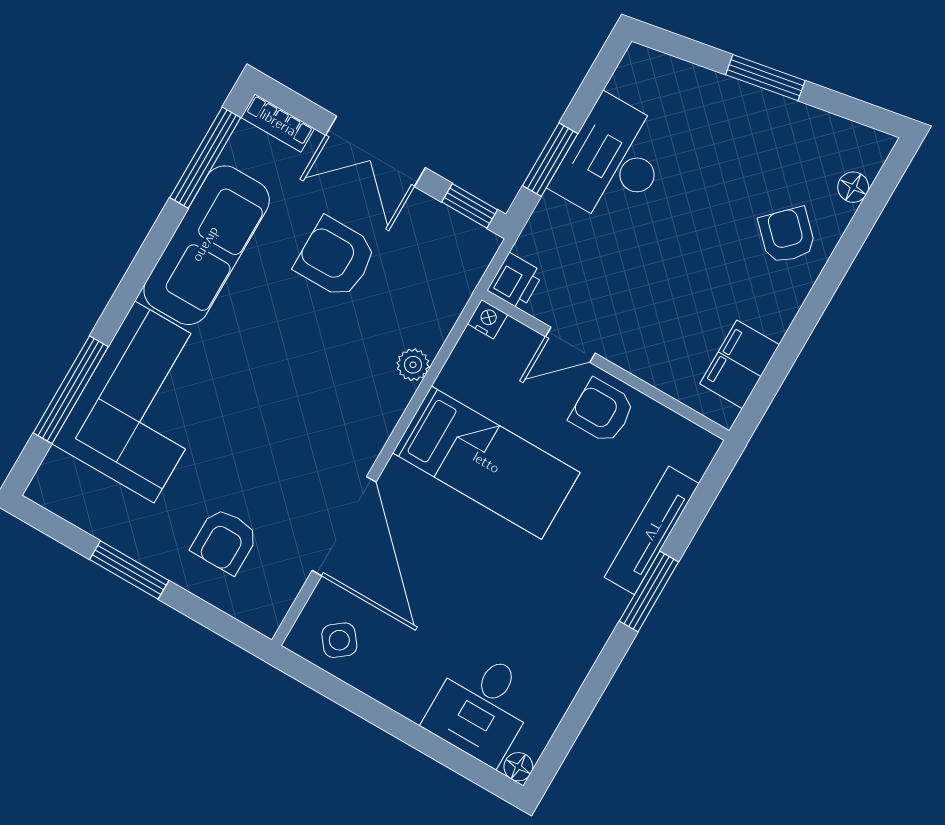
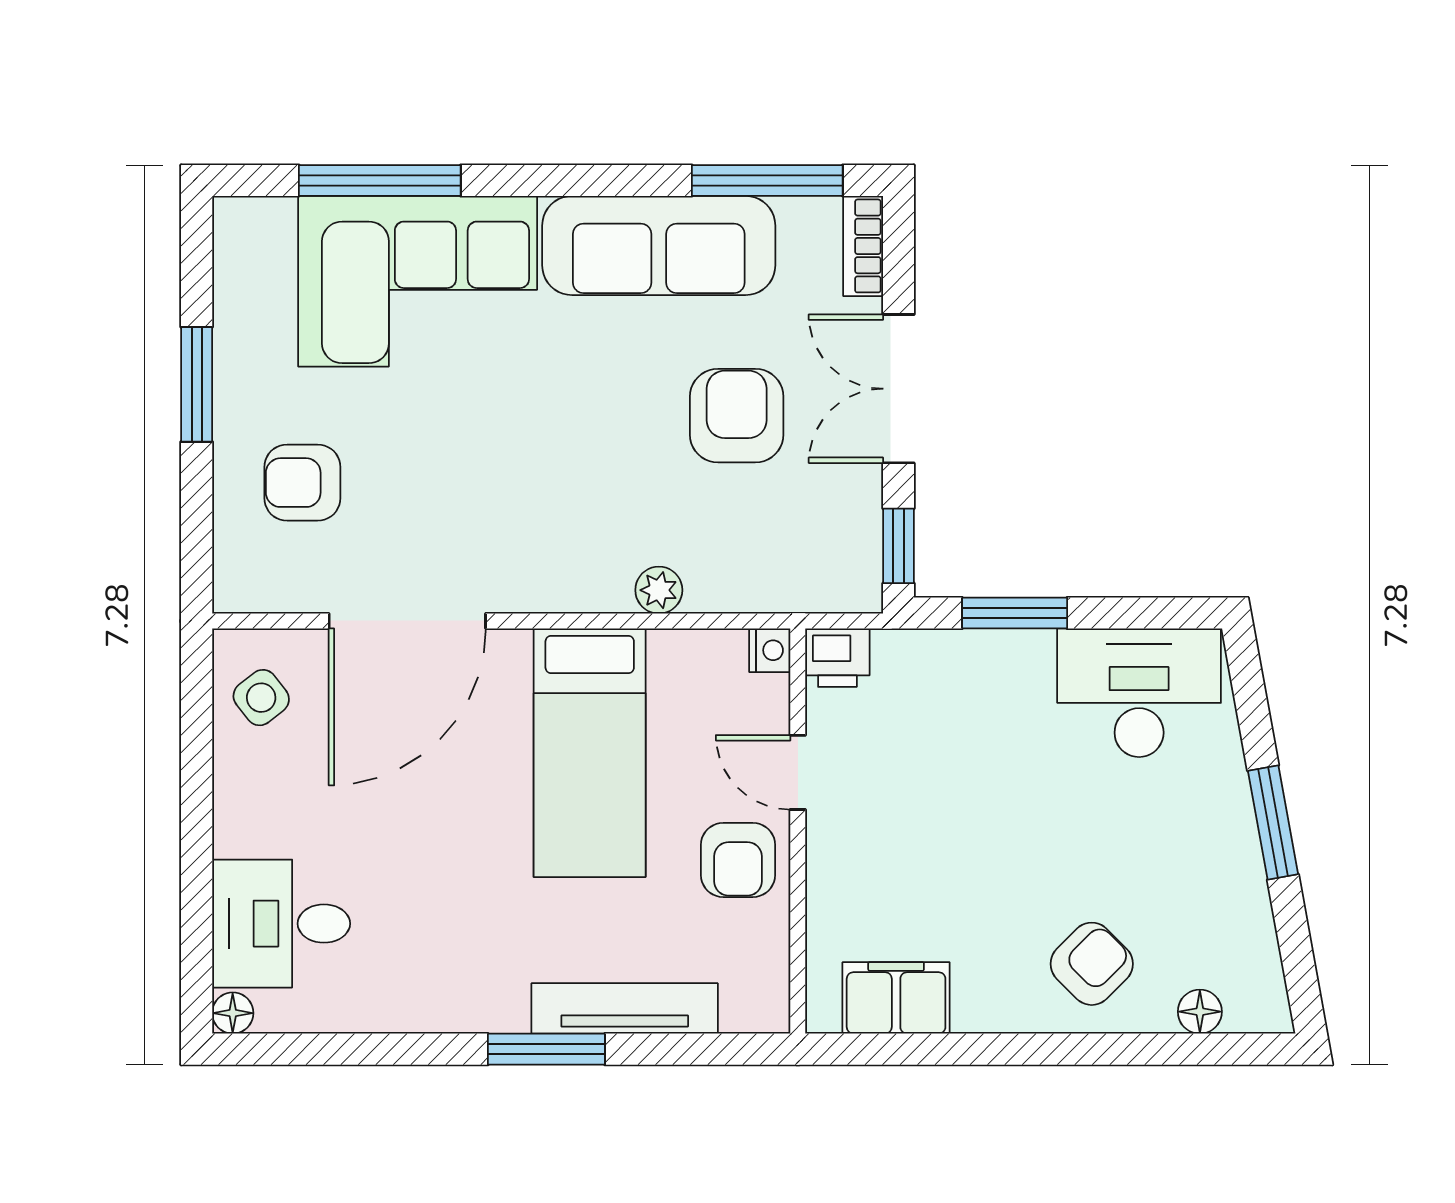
desk: (613, 161) -> (1139, 693), moved
armchair: (602, 411) -> (738, 860), turned 180

